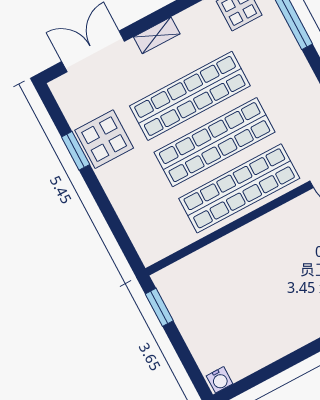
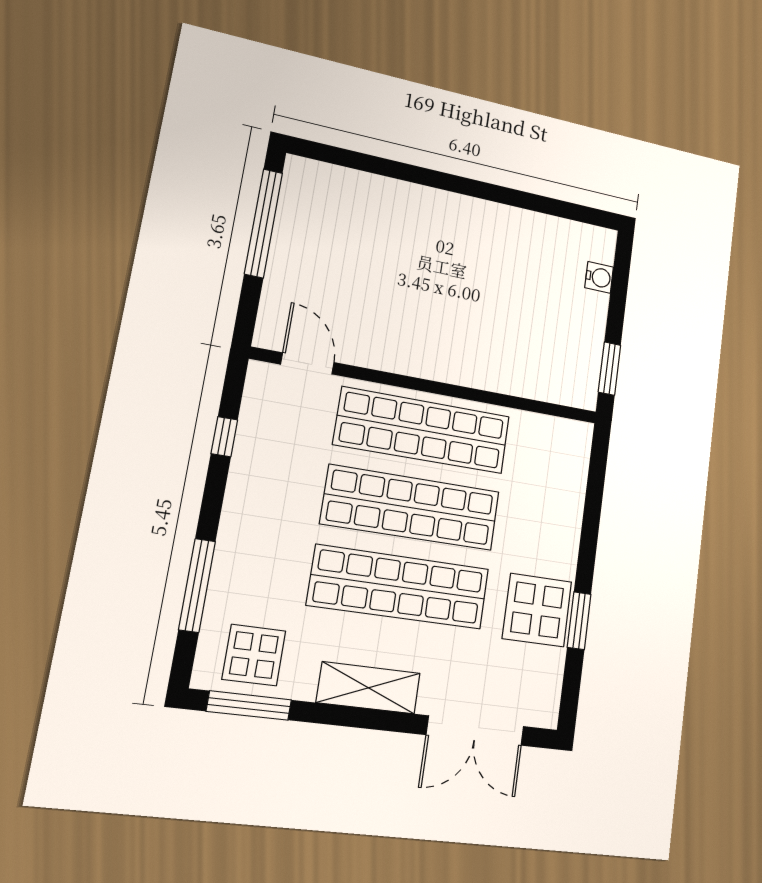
shelving: (157, 35) -> (368, 688), width x1.50, depth x1.33
water cooler: (220, 380) -> (599, 277), moved, turned 90

